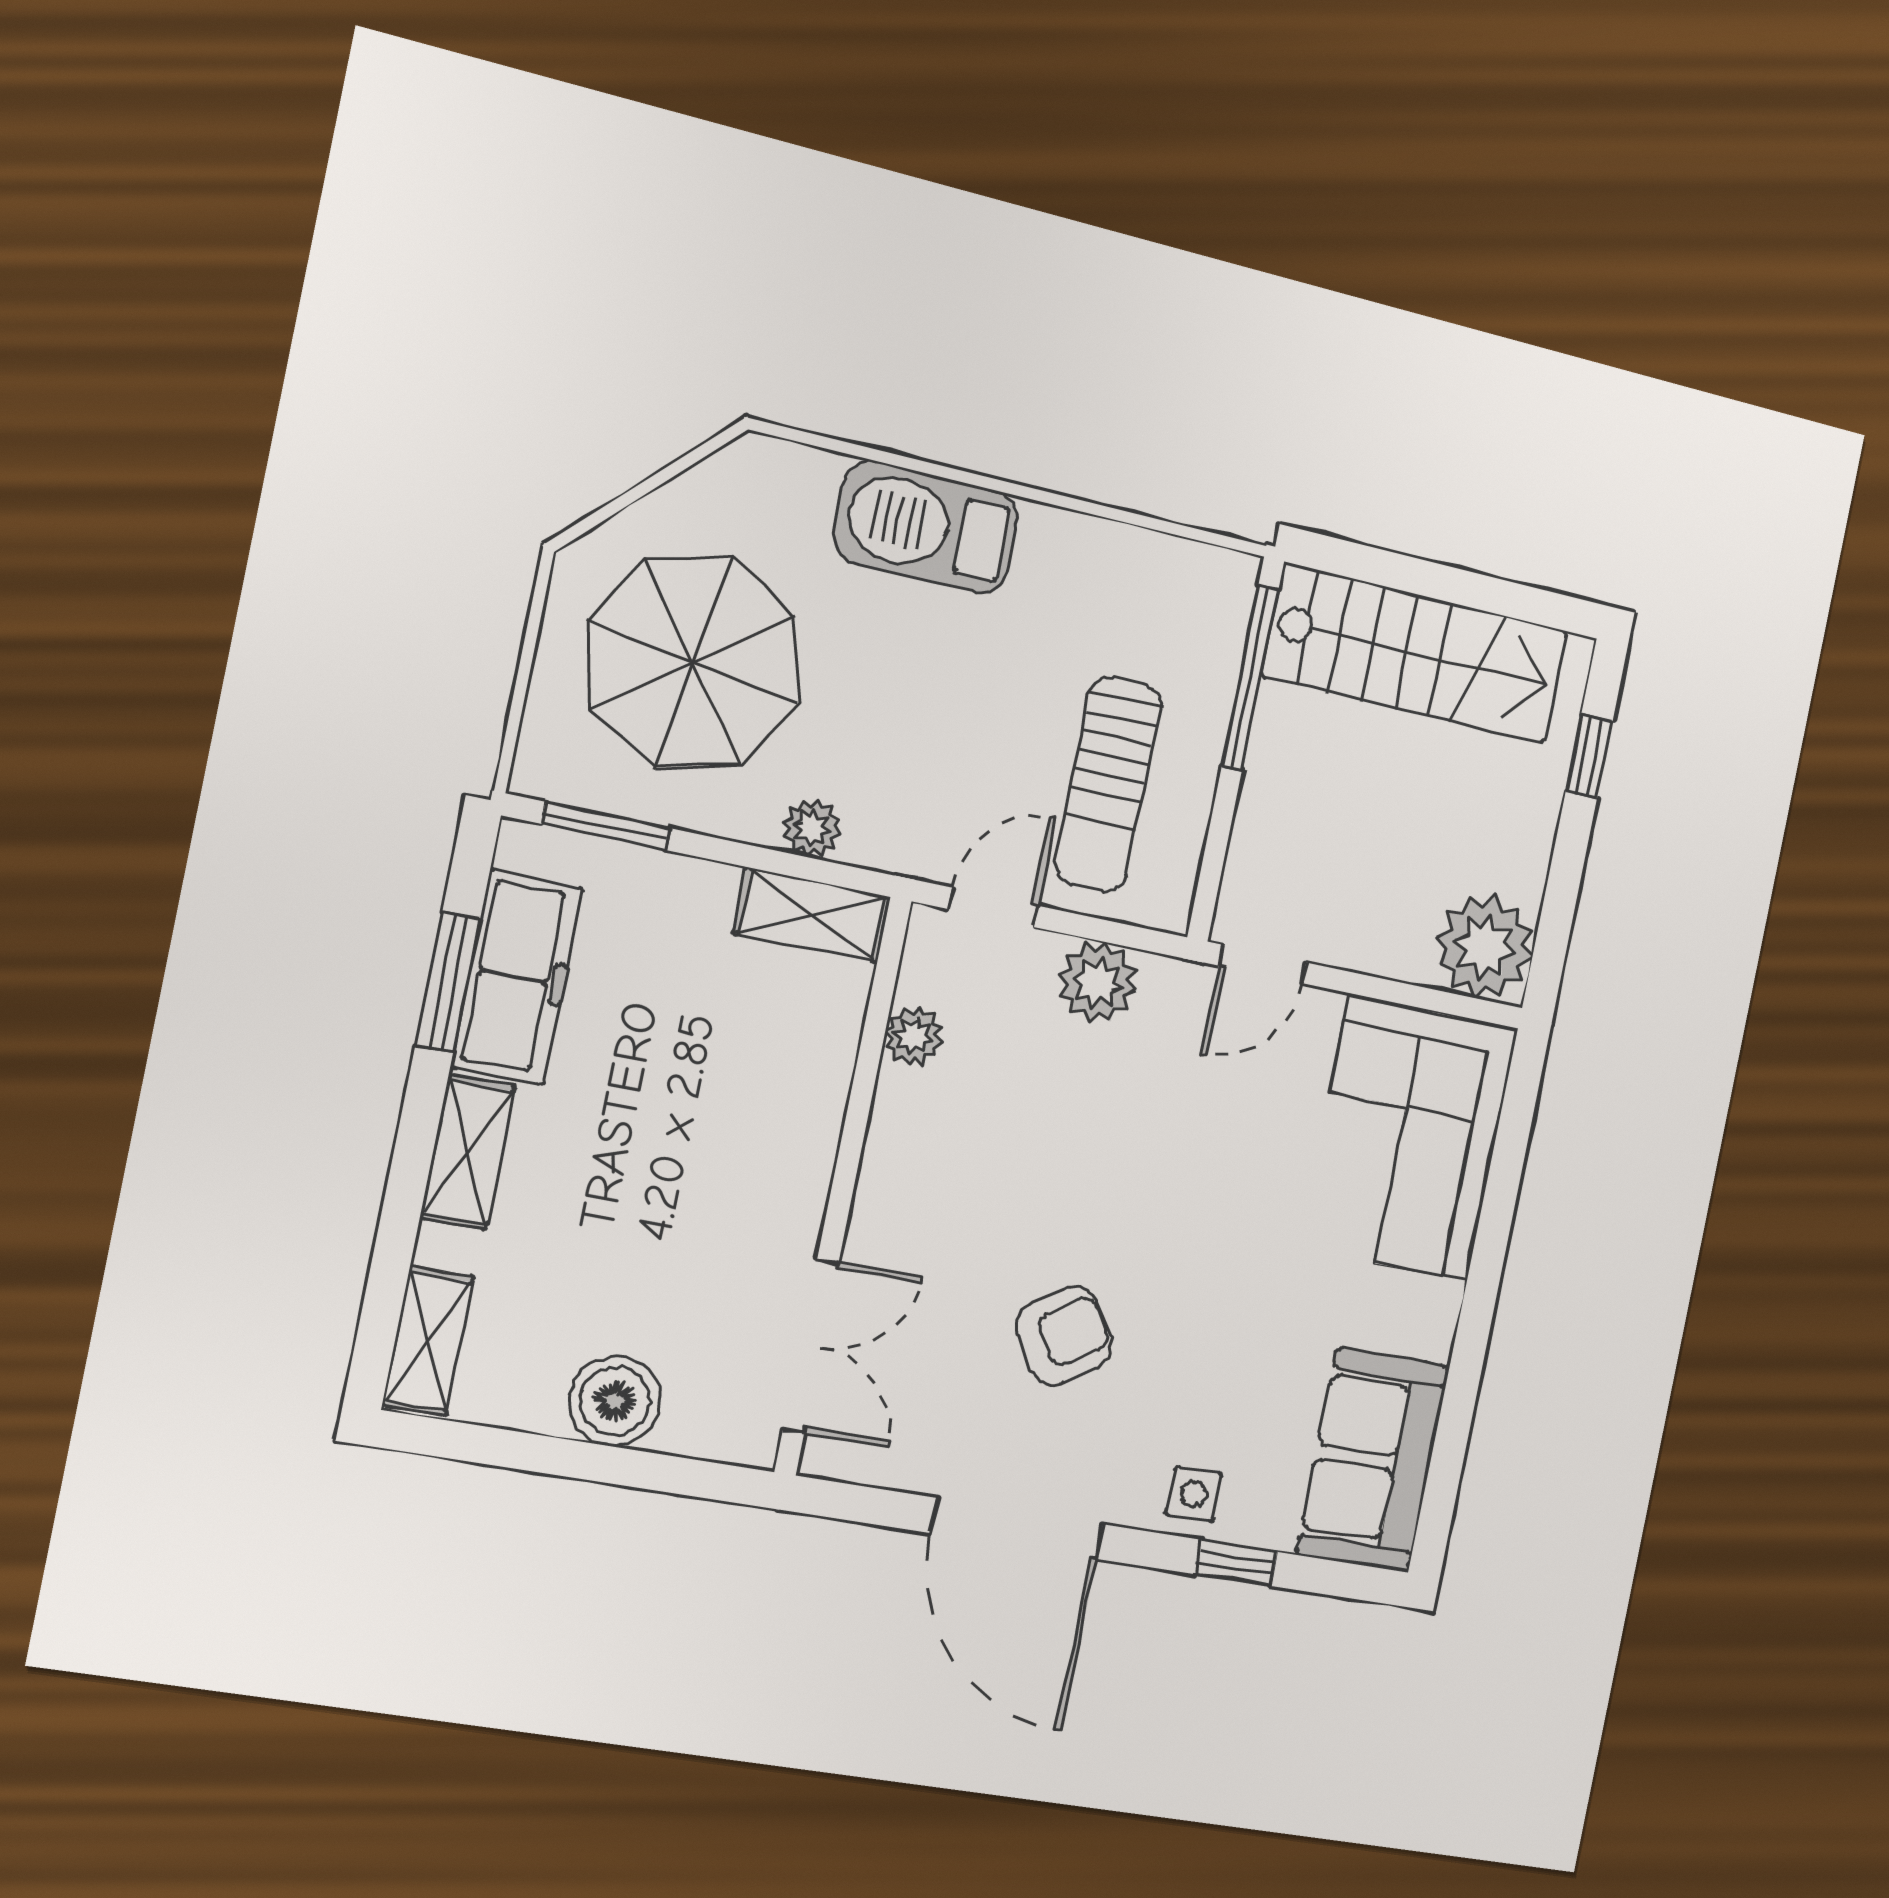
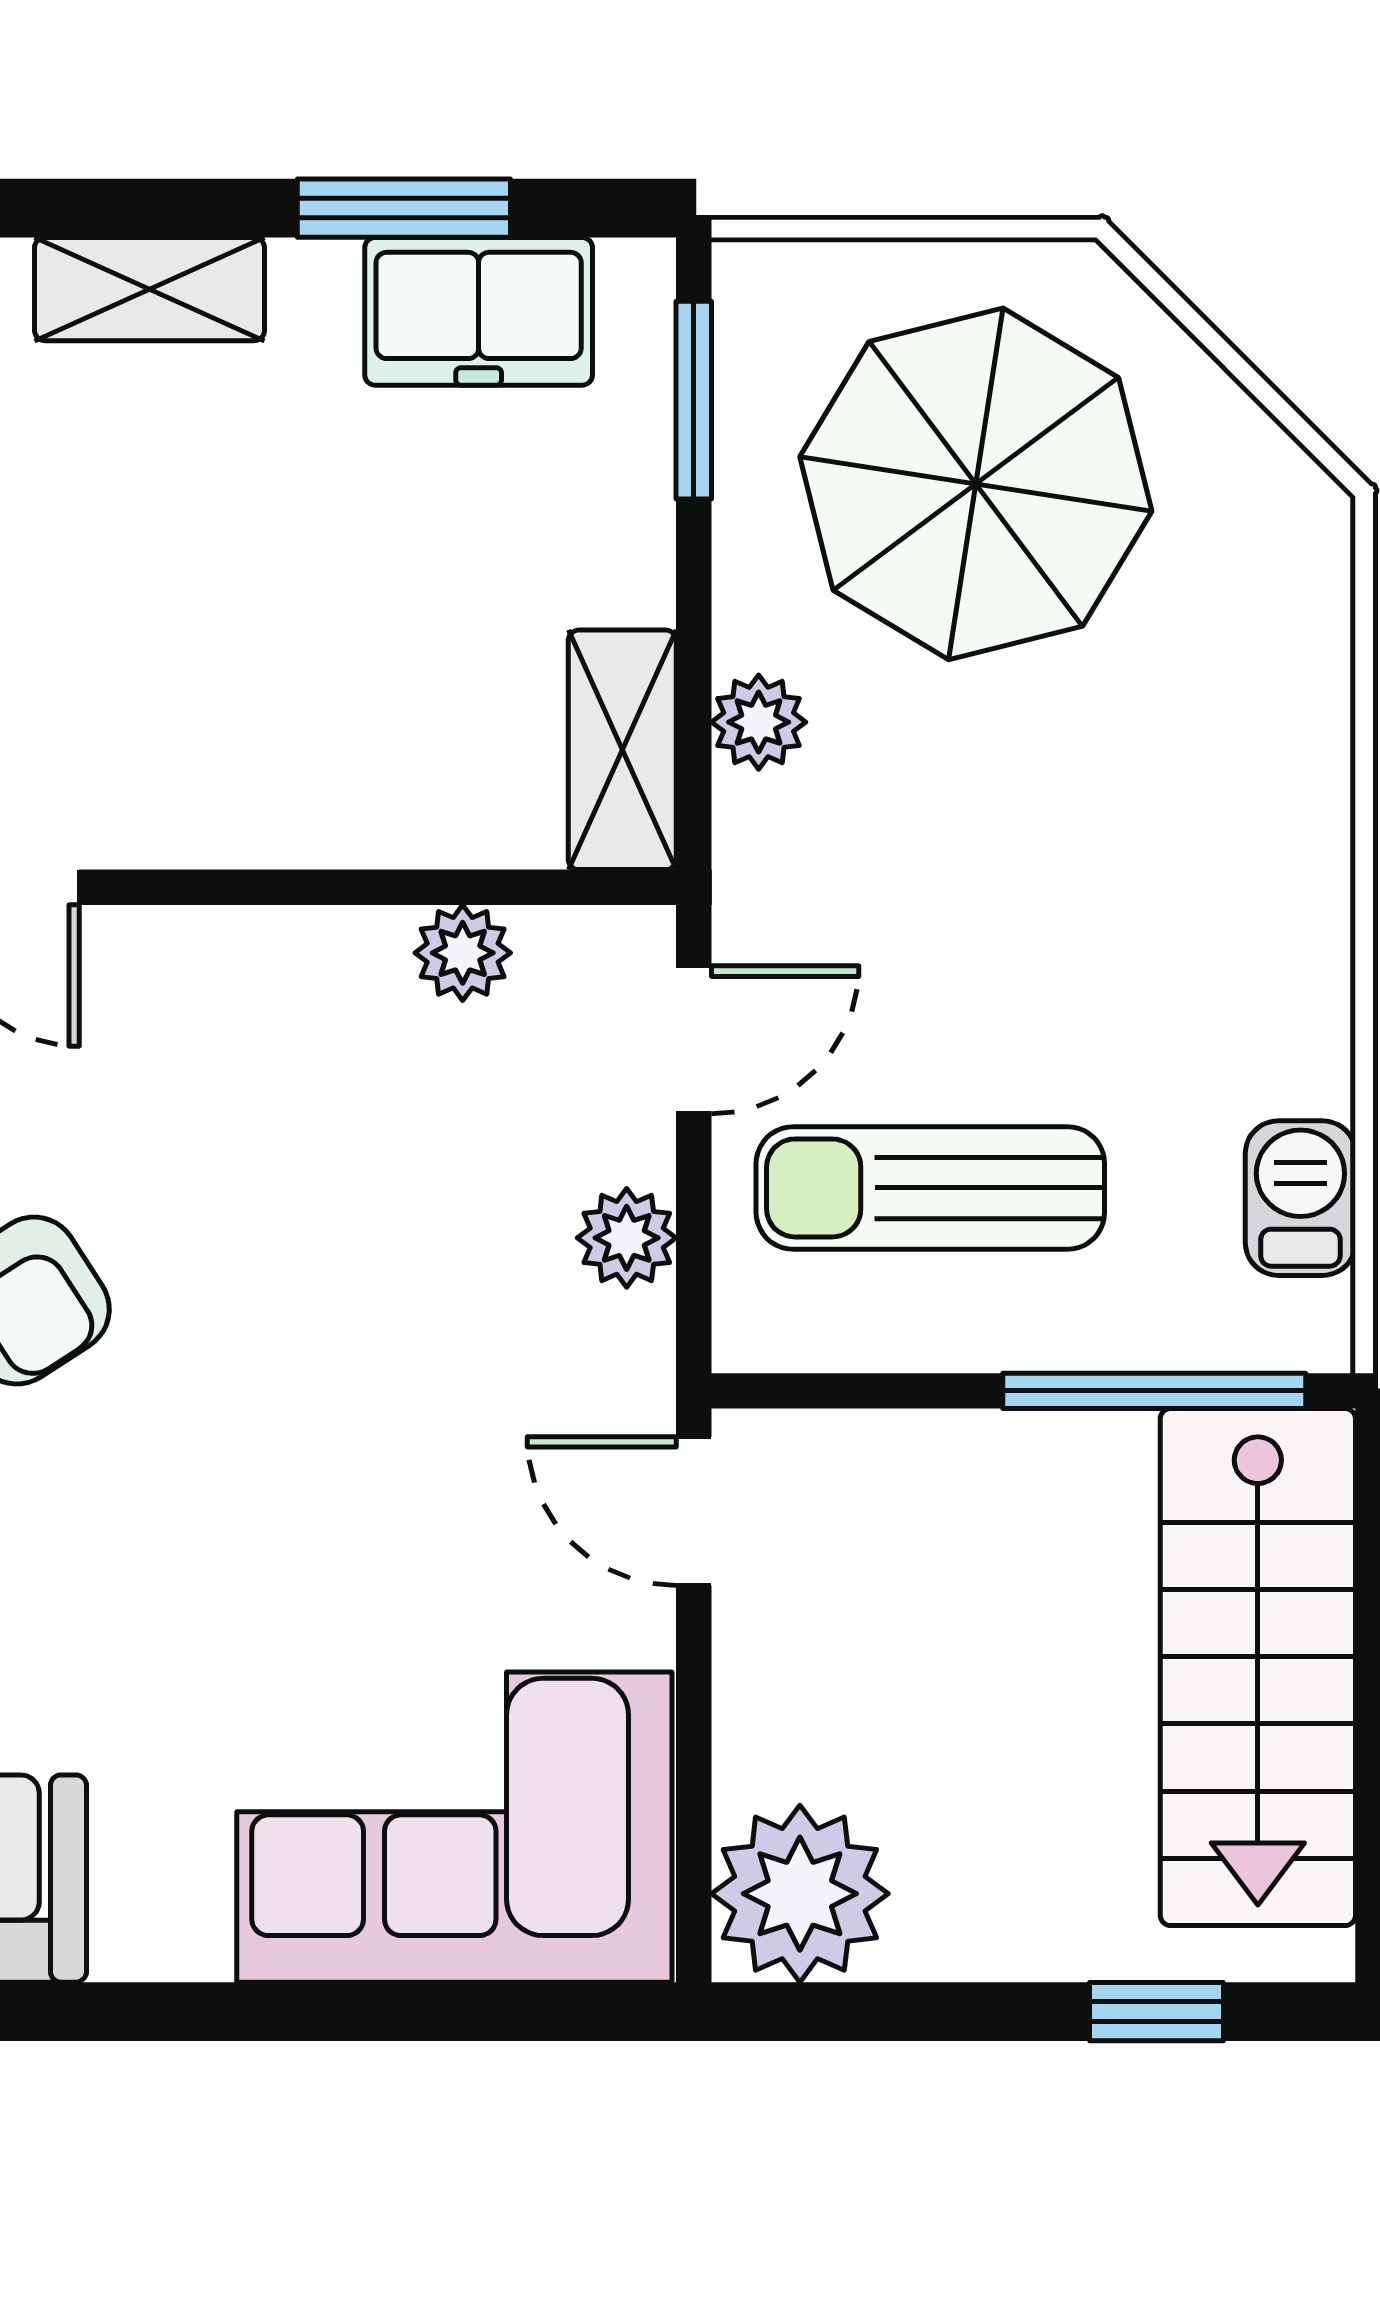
barbecue: (926, 527) -> (1300, 1198), moved, width x0.53, depth x0.65
door: (993, 907) -> (694, 1040), hinge flipped
freezer: (517, 977) -> (479, 311), width x0.71
plant: (1098, 983) -> (627, 1238), width x0.73, depth x0.73

